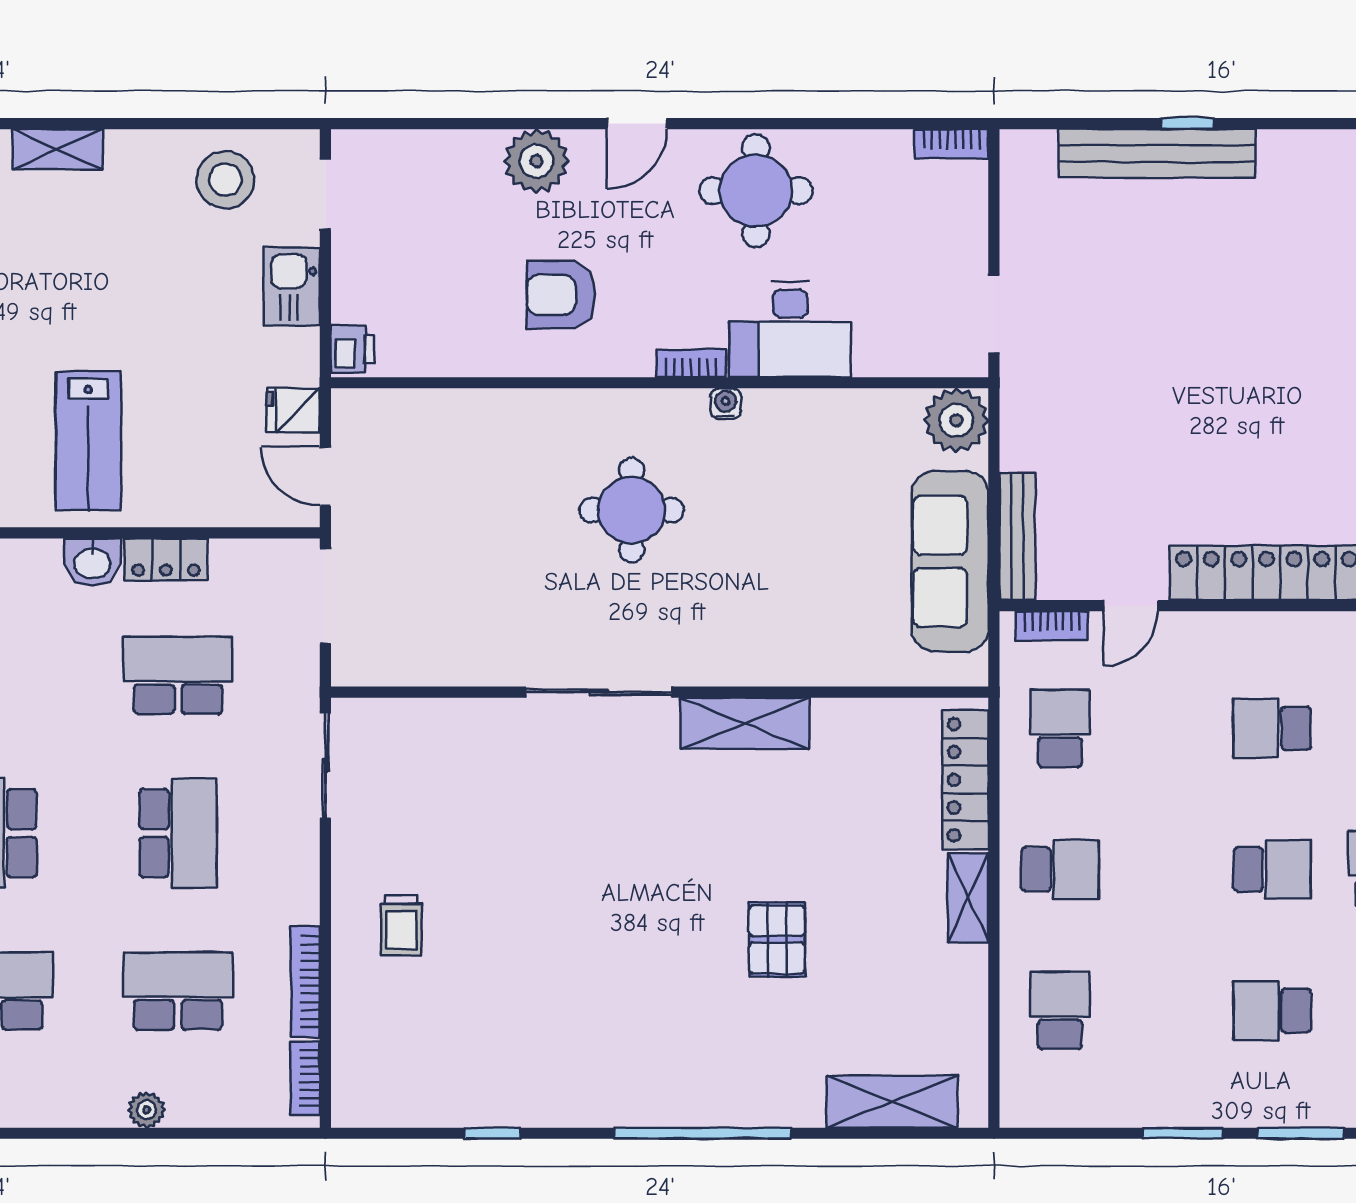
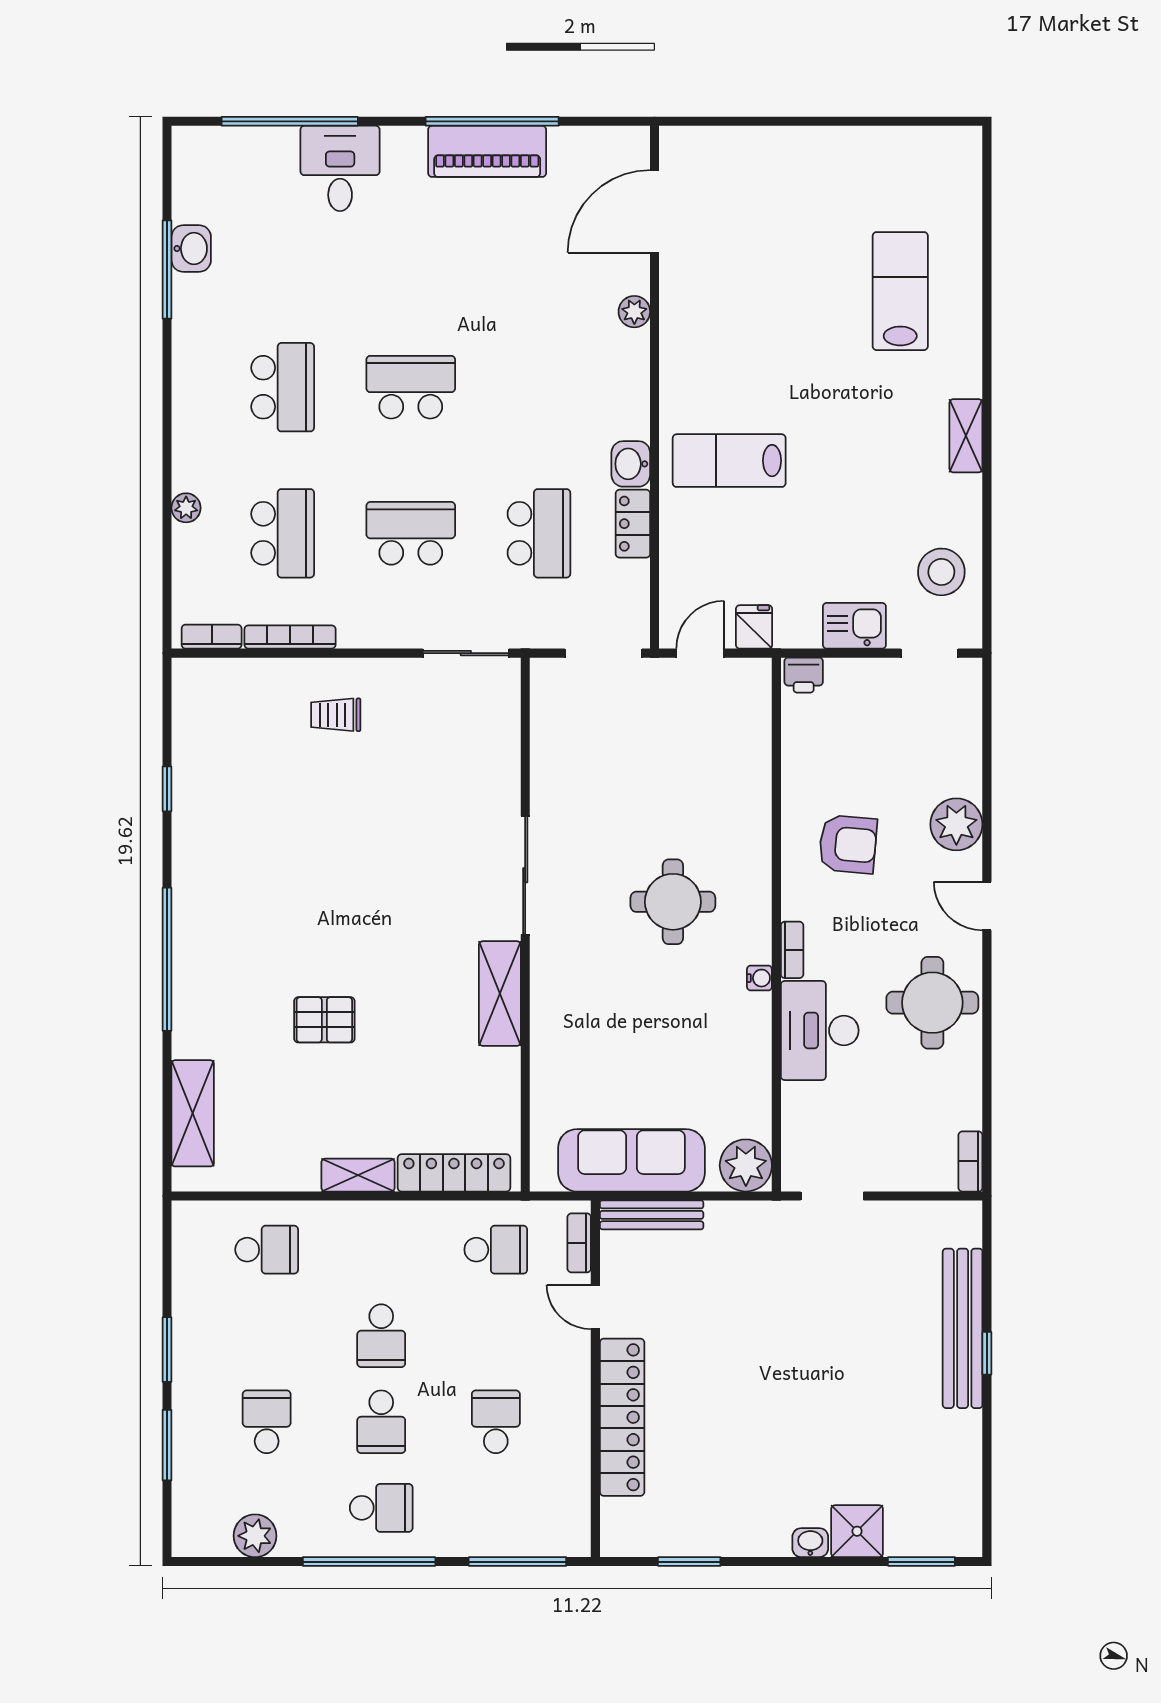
armchair: (561, 295) -> (848, 844), turned 95
school desk: (178, 833) -> (411, 533), turned 180
school desk: (1060, 869) -> (381, 1336), moved

